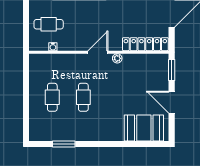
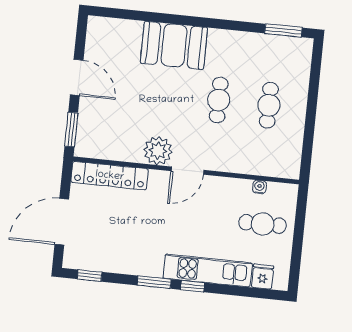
plant: (117, 58) -> (158, 151), width x1.87, depth x1.87
booth: (144, 128) -> (174, 45), moved
window: (64, 144) -> (283, 30), moved

